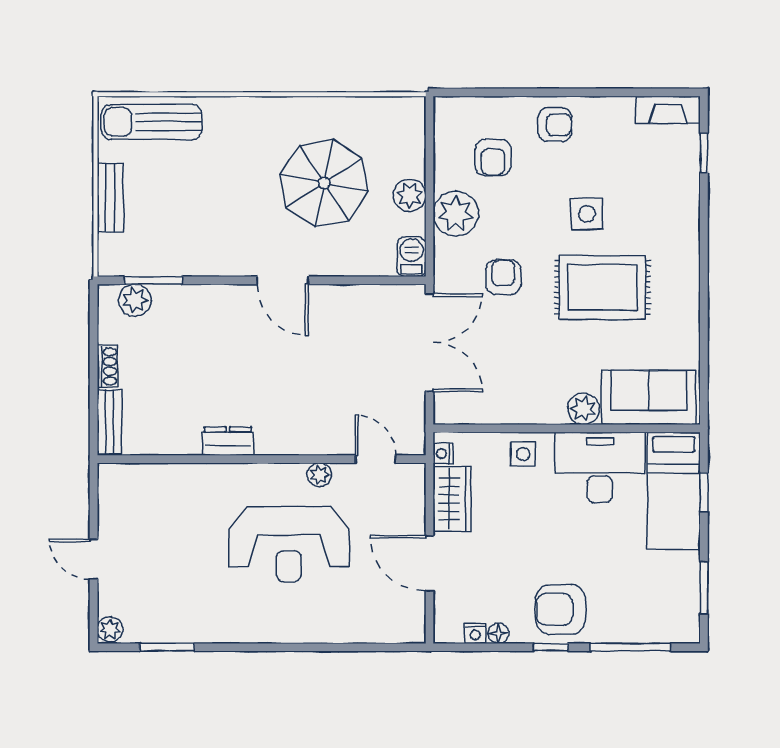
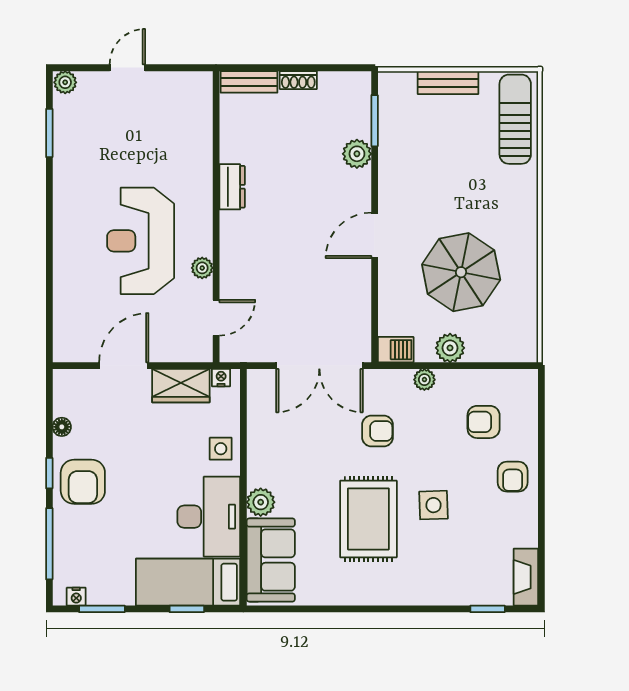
plant: (456, 214) -> (424, 380), width x0.53, depth x0.53
plant: (135, 300) -> (357, 154), moved
armchair: (561, 609) -> (83, 482), turned 180
nightstand: (475, 633) -> (76, 597), moved, turned -90

